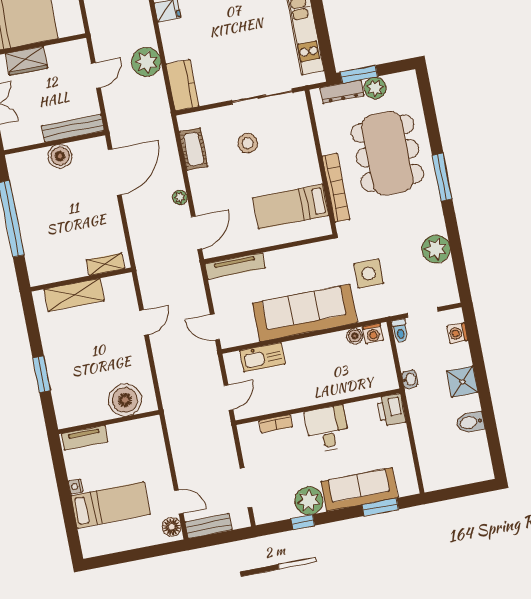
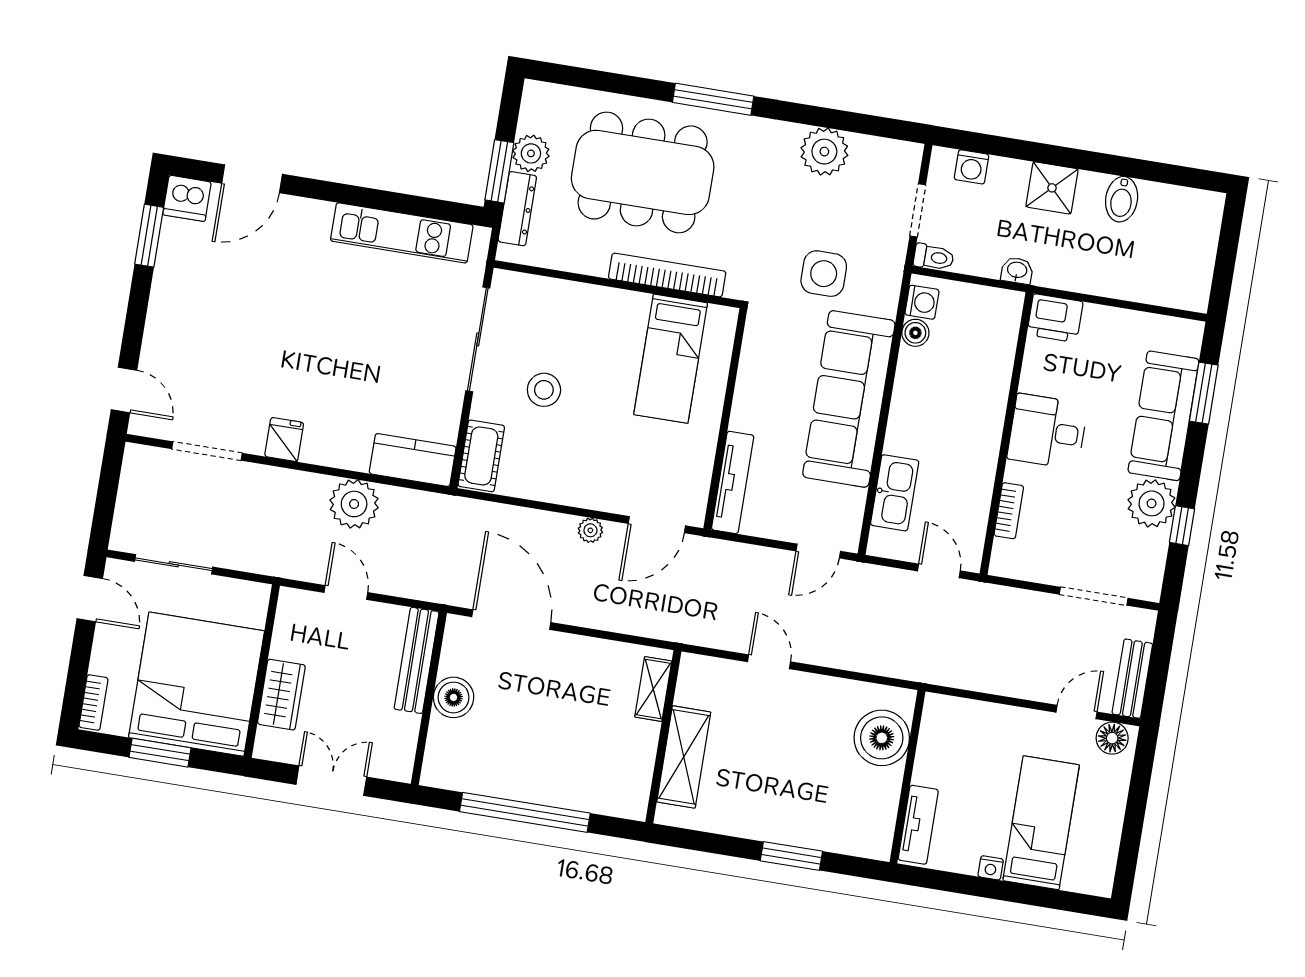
cot: (194, 149) -> (481, 456), moved, turned 90
door: (197, 233) -> (657, 525), swing flipped

